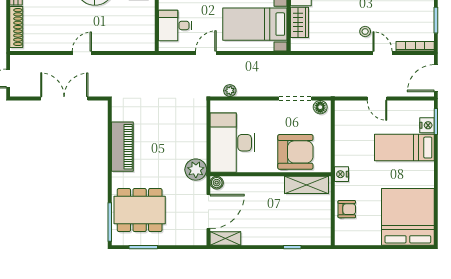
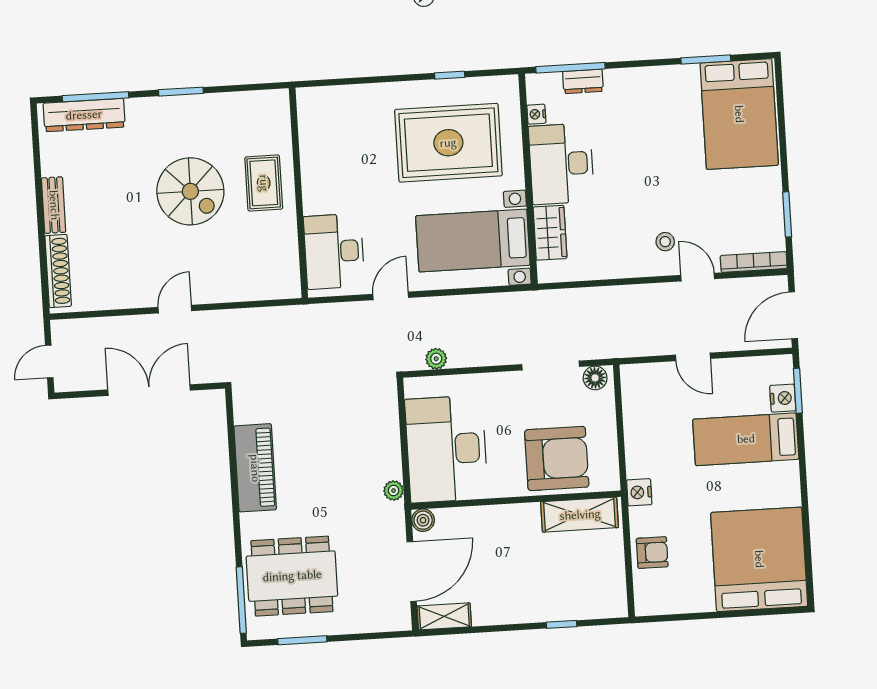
desk: (175, 25) -> (334, 251), width x1.37
plant: (196, 170) -> (394, 491), width x0.53, depth x0.53

